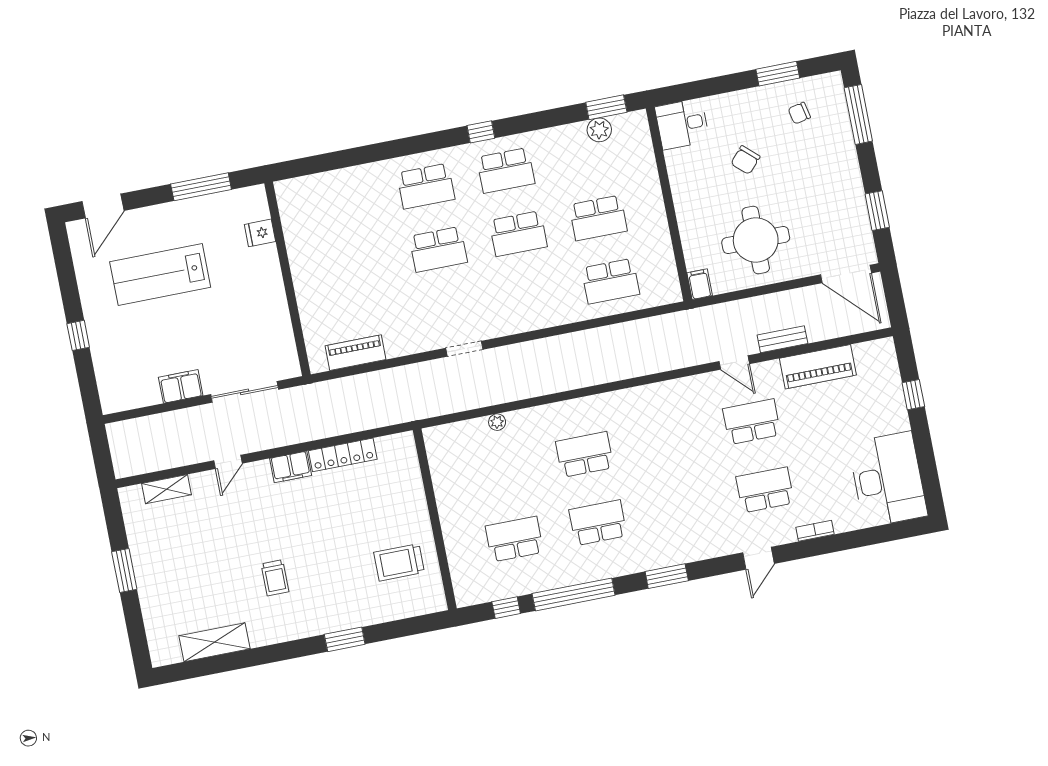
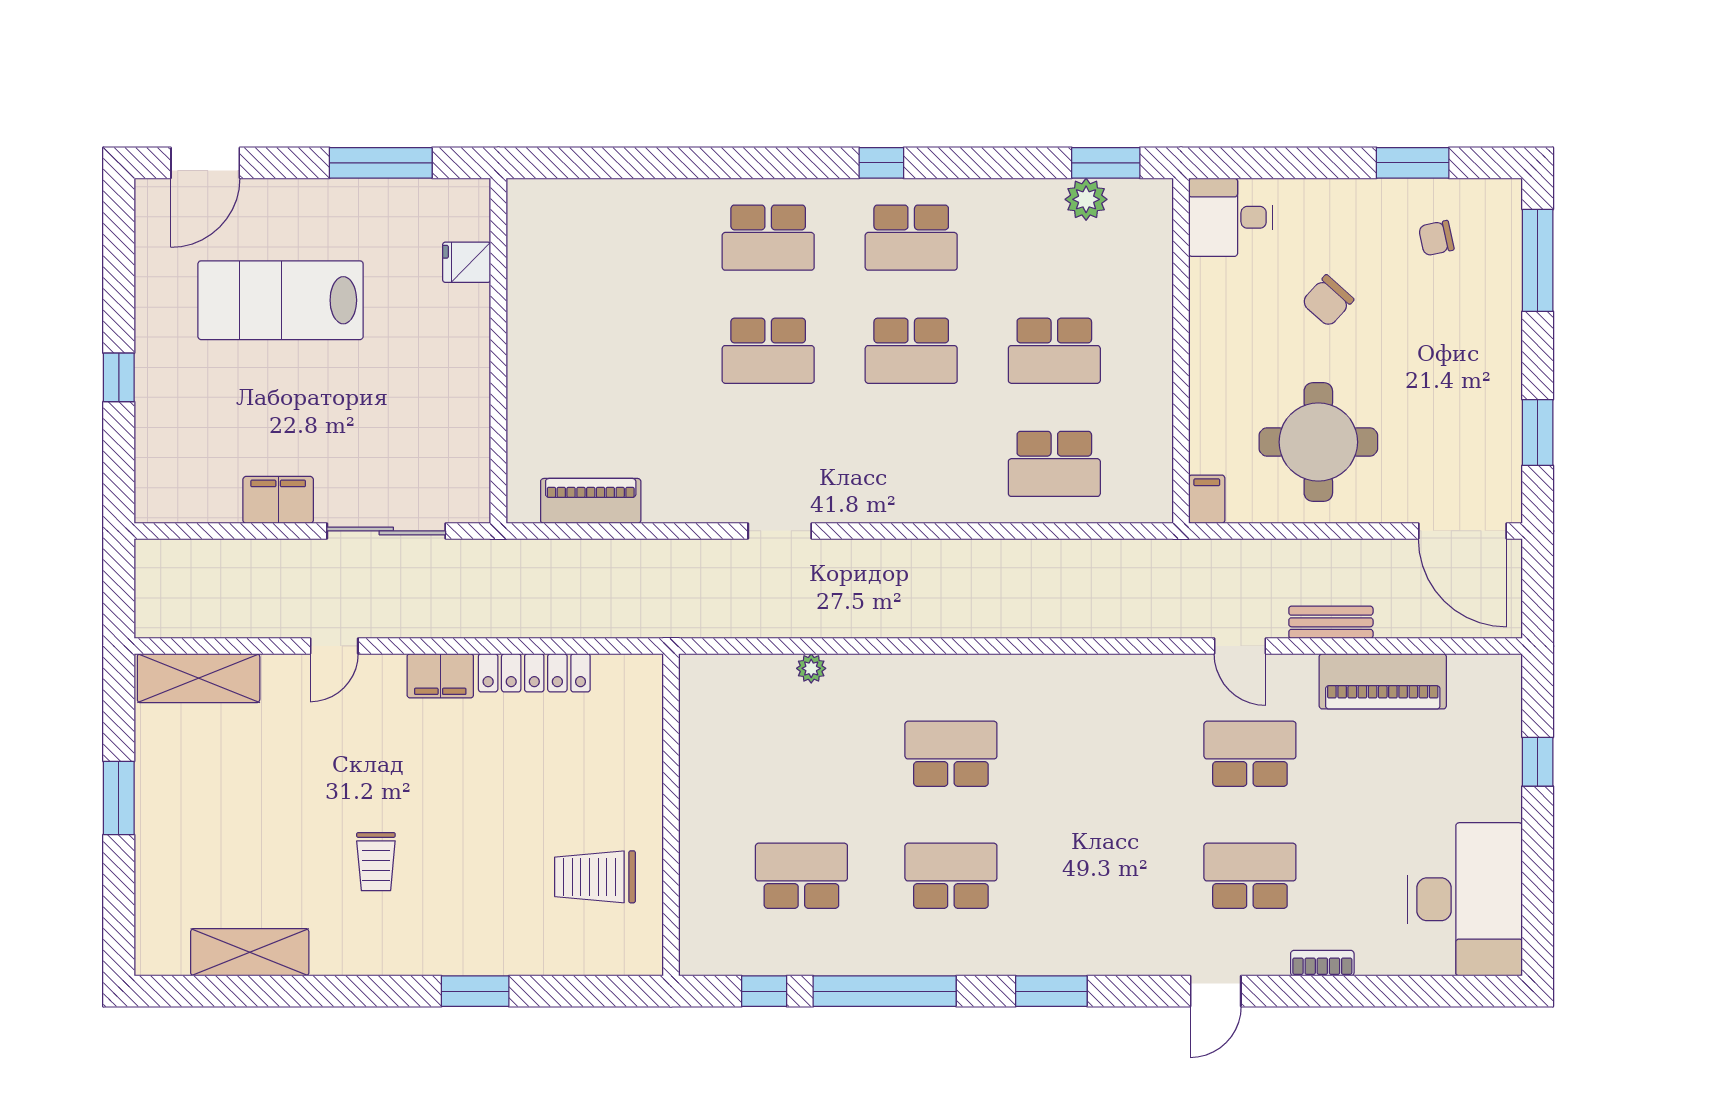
shelving: (166, 489) -> (199, 678), width x1.50, depth x1.33

